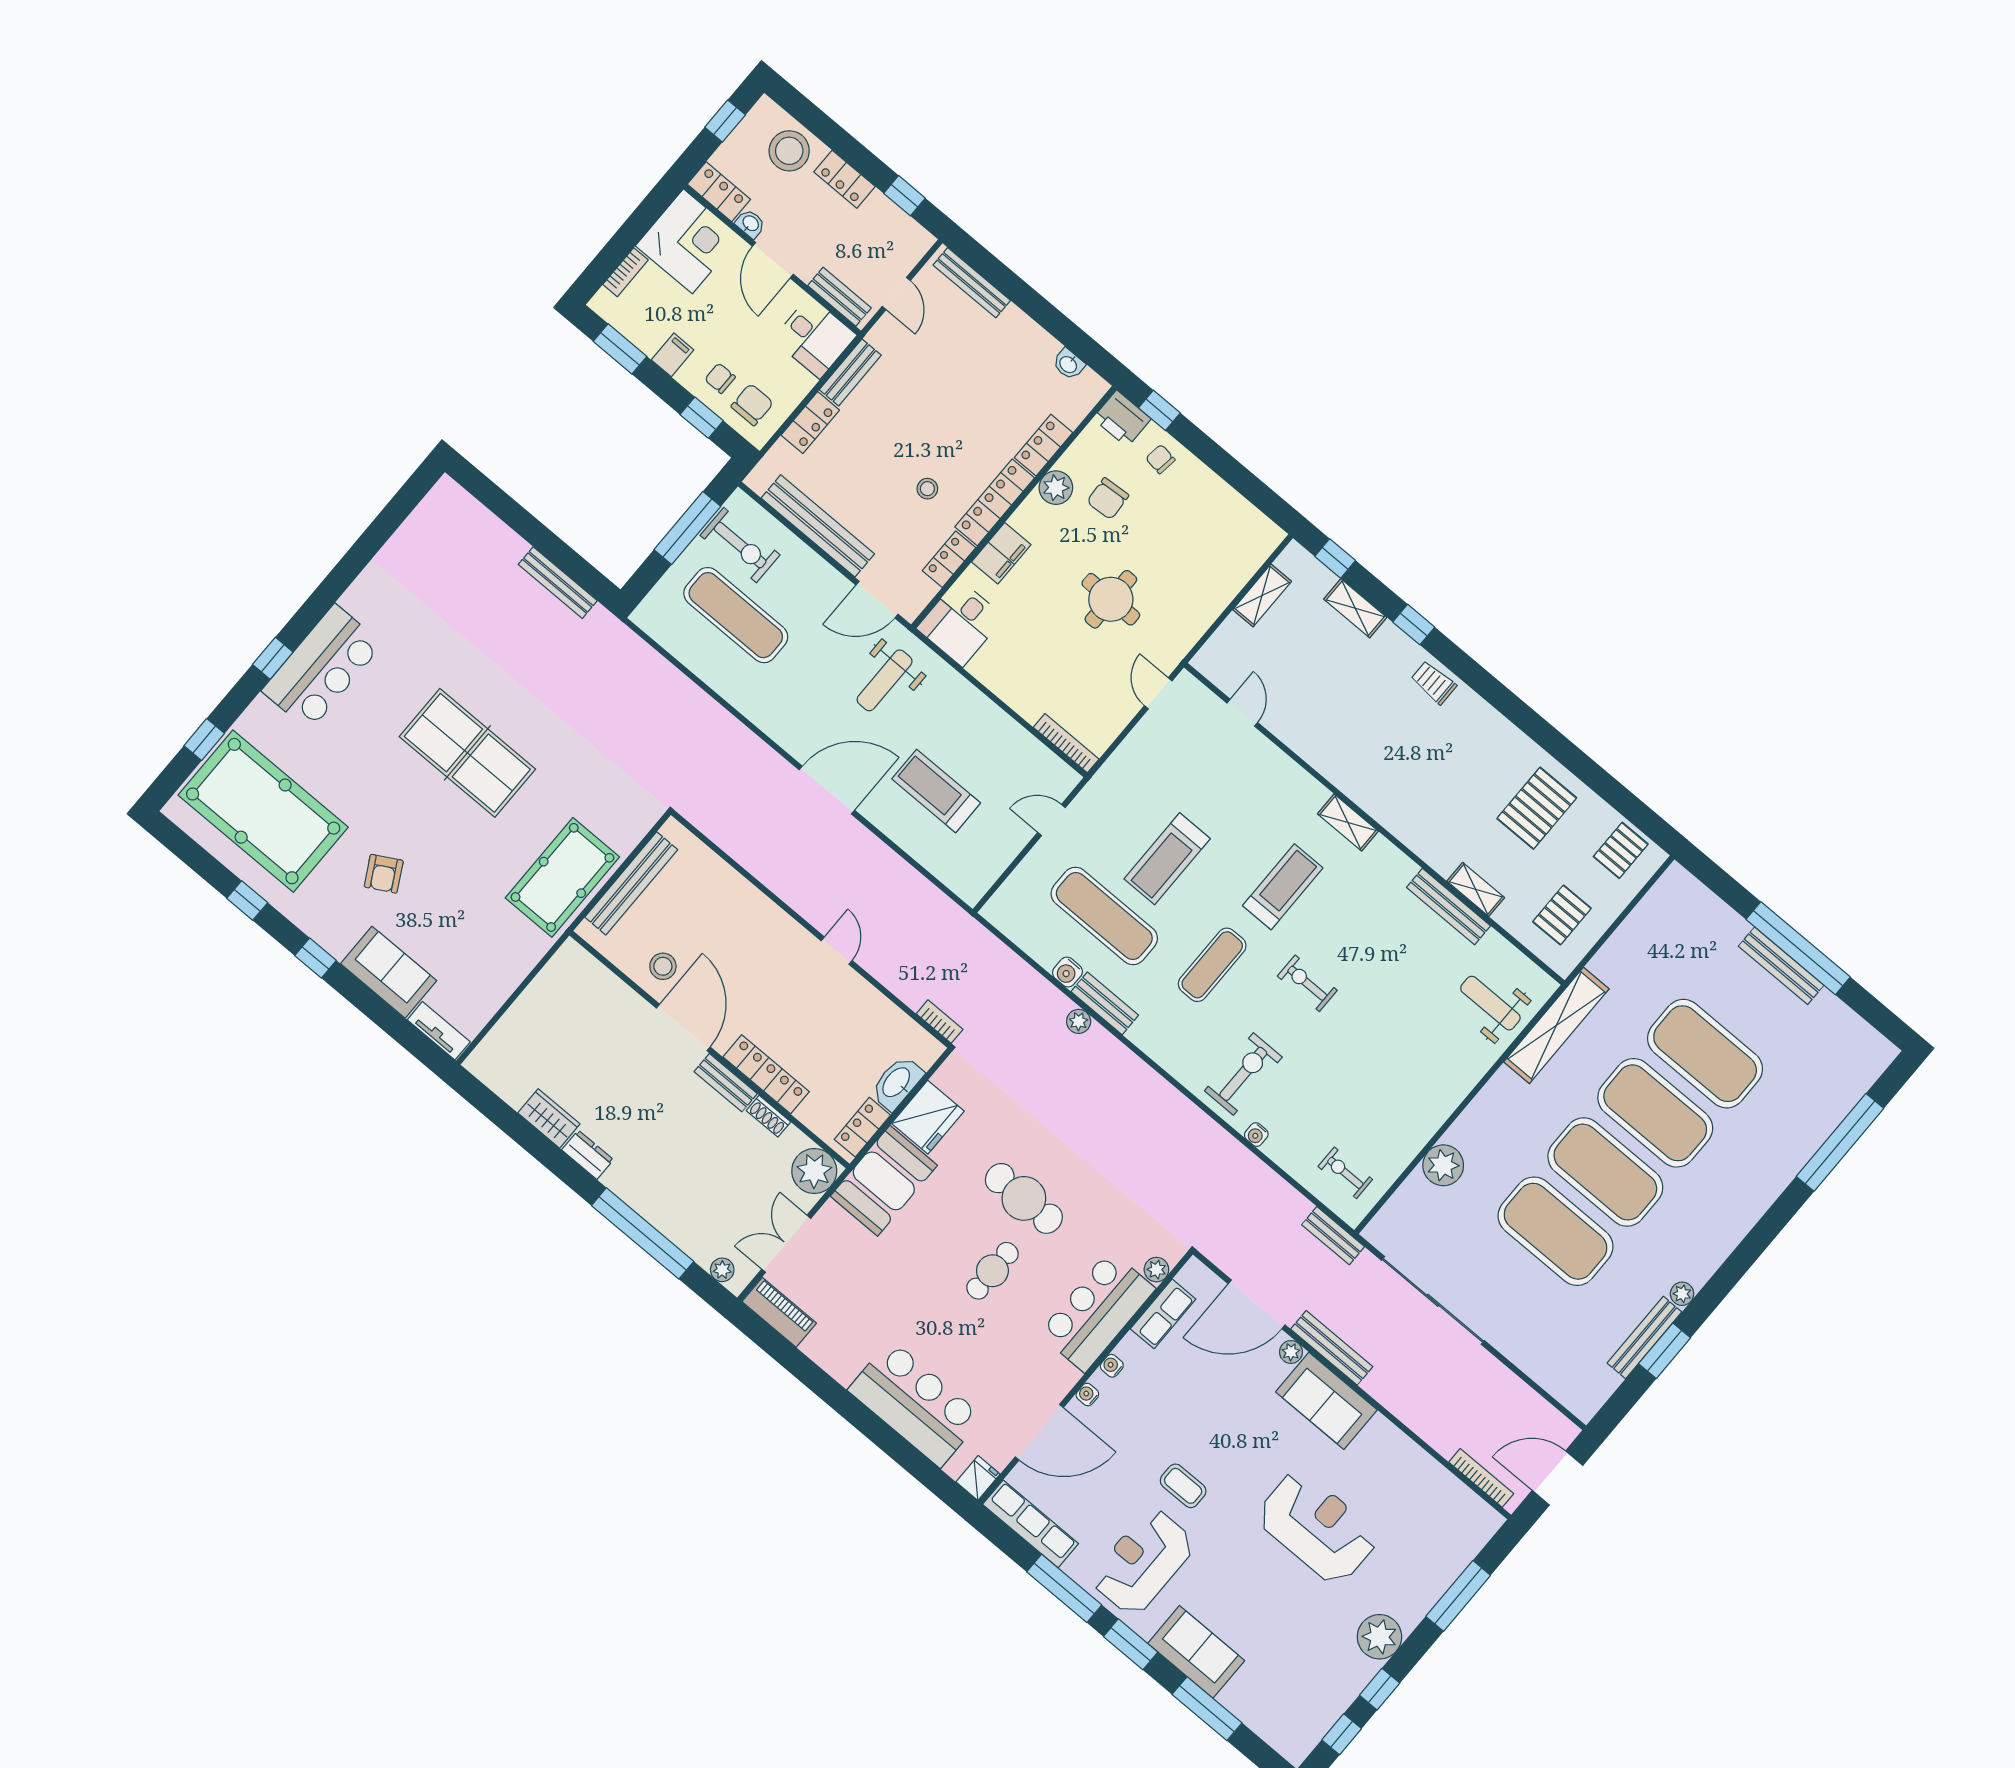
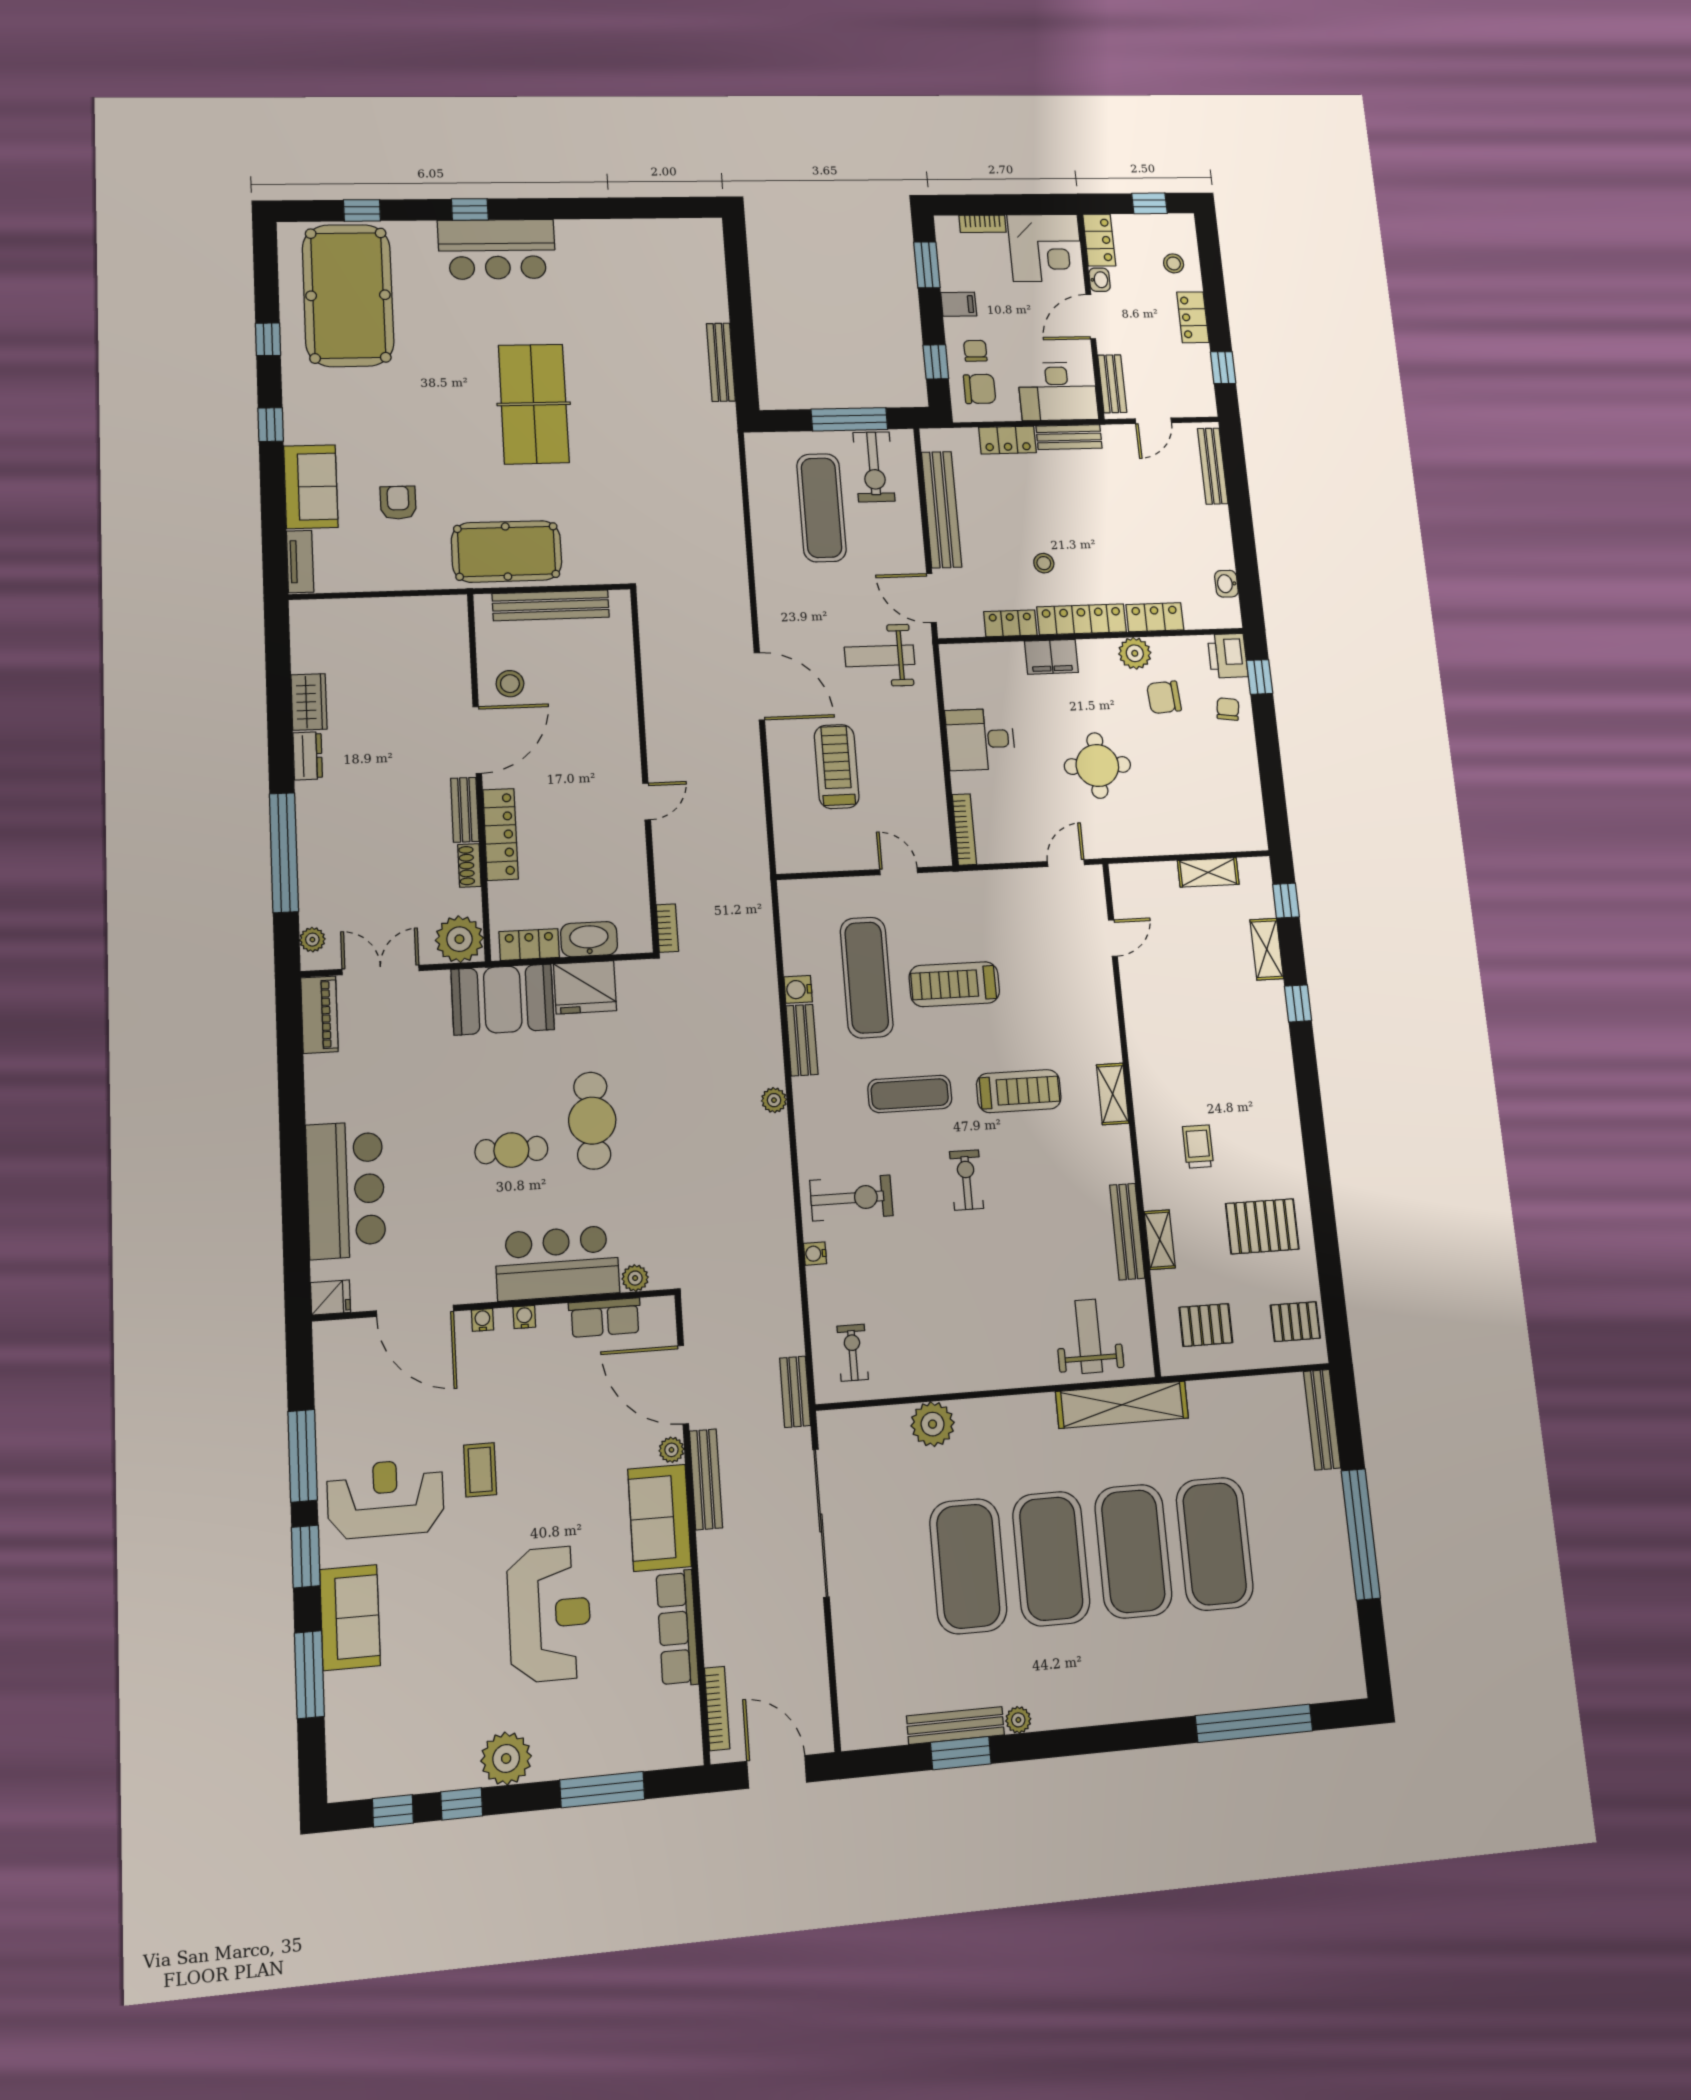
stool: (789, 151) -> (1174, 263), width x0.53, depth x0.53
desk: (815, 337) -> (1058, 391), width x1.37
desk: (960, 623) -> (980, 739), moved
trolley: (1434, 683) -> (1198, 1147), moved
armchair: (384, 874) -> (398, 503), moved, turned 119
bench: (1781, 966) -> (1322, 1420), moved
plant: (1079, 1021) -> (774, 1100), moved
row of seats: (1031, 1524) -> (677, 1628), moved, turned 180

